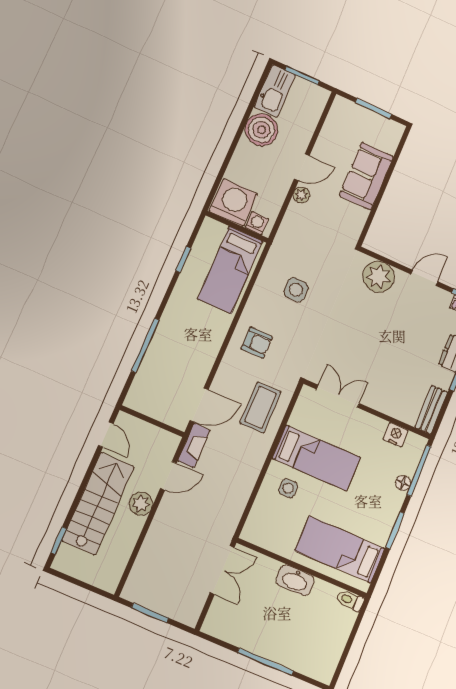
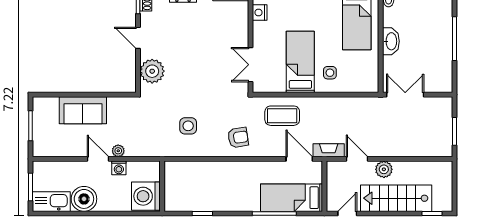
washing machine: (257, 223) -> (119, 168), moved, turned -90
bed: (230, 270) -> (292, 198), moved, turned 180
armchair: (257, 343) -> (238, 138), turned 81

